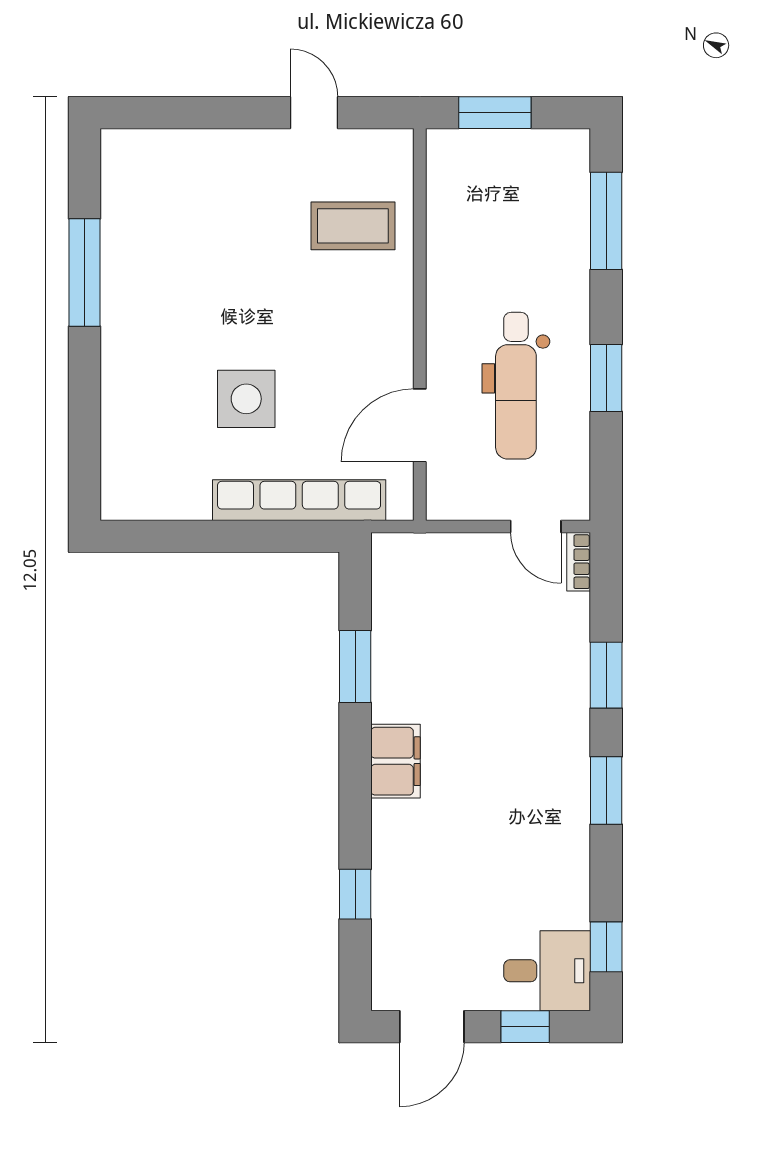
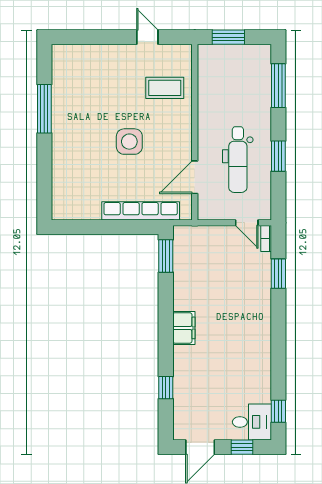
side table: (246, 399) -> (129, 142), moved
window: (355, 667) -> (166, 256), moved
window: (606, 675) -> (278, 274), moved
window: (606, 790) -> (278, 341), removed

